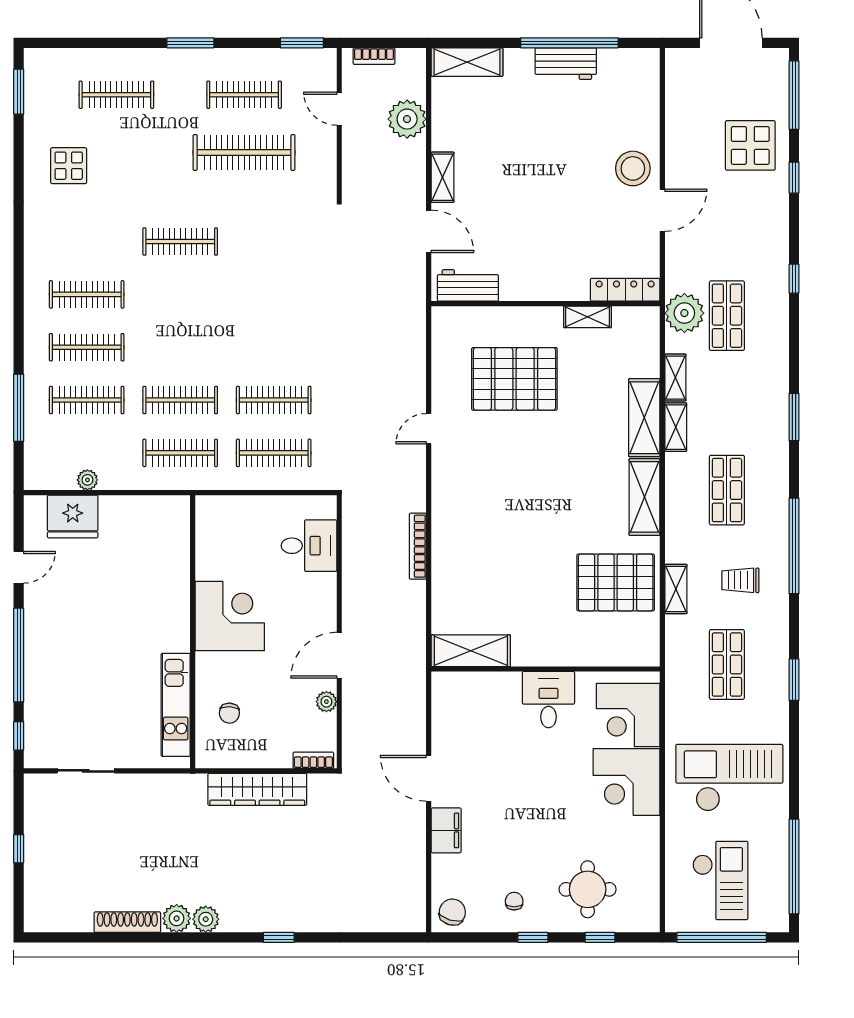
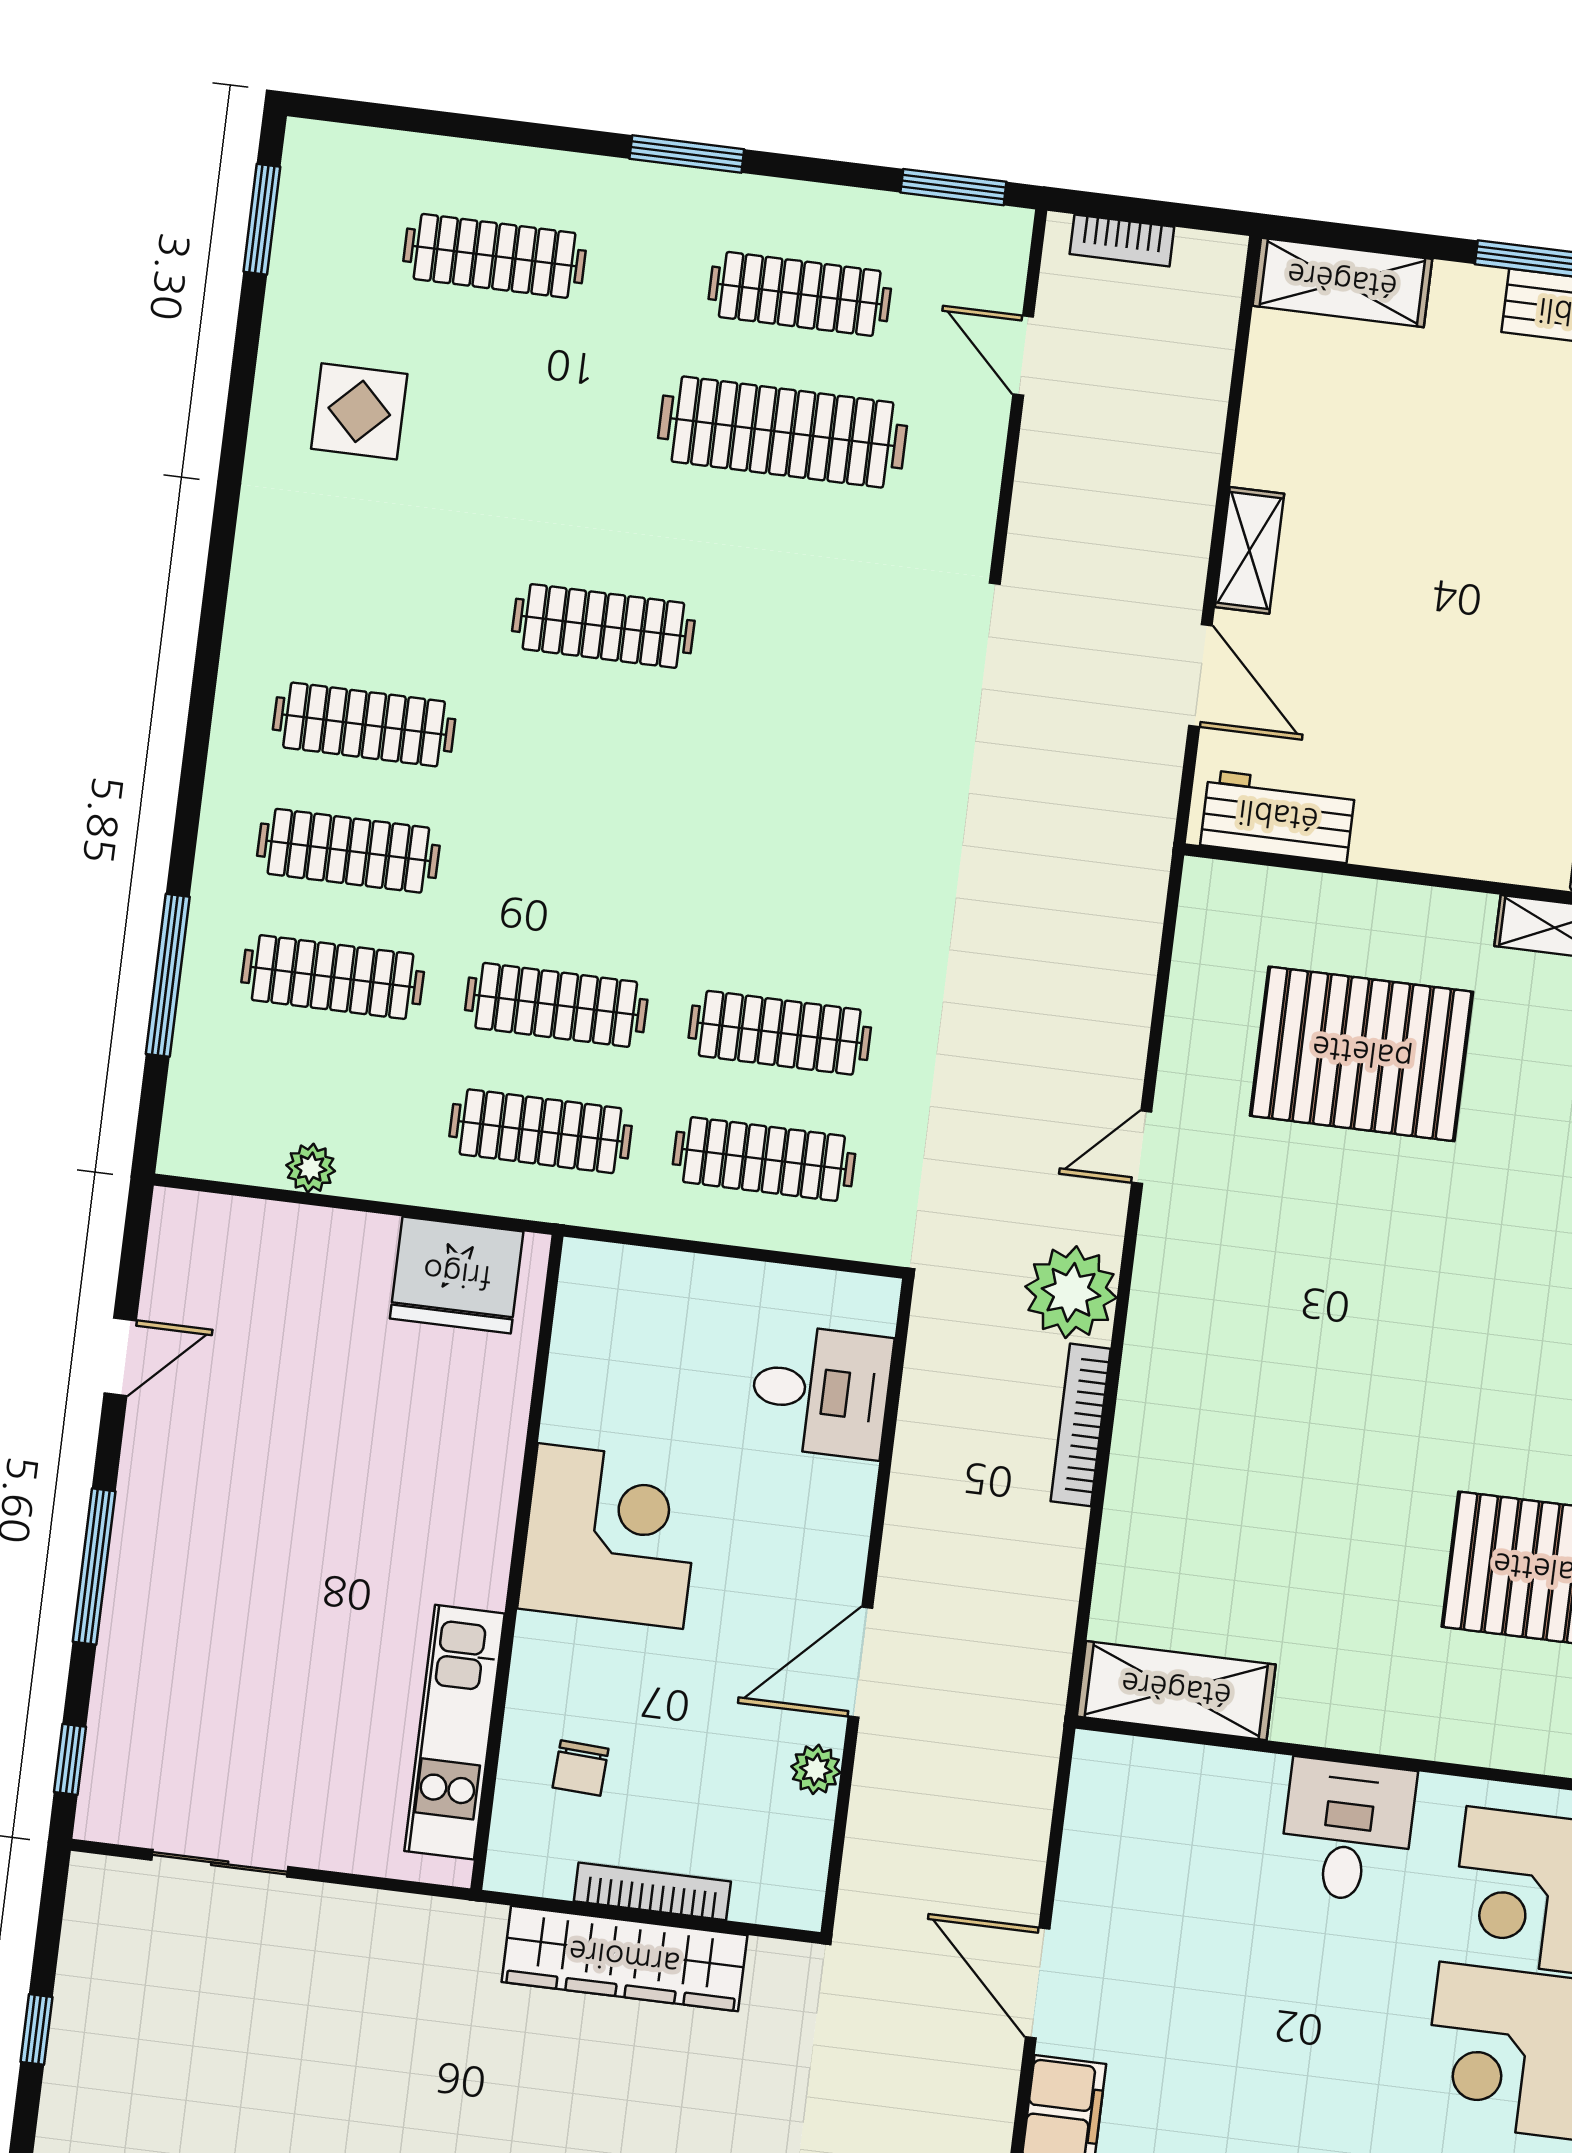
plant: (407, 119) -> (1071, 1292), moved
fridge: (73, 516) -> (457, 1275), moved
window: (19, 655) -> (94, 1566), width x0.68
bookcase: (313, 760) -> (652, 1891), moved, width x1.56

